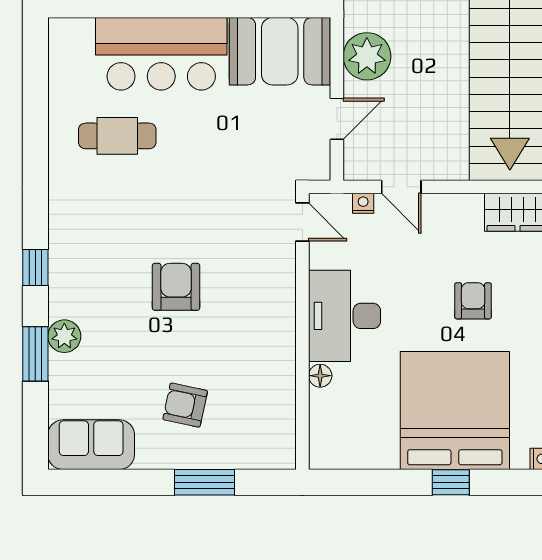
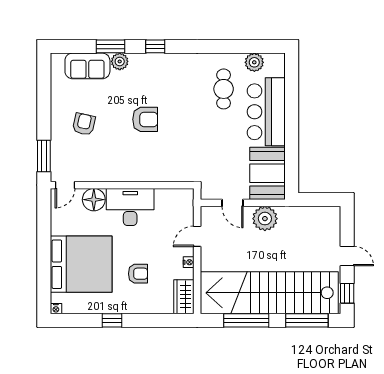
plant: (66, 77) -> (254, 62), added
nightstand: (363, 203) -> (189, 262), moved
door: (302, 222) -> (65, 185), moved
floor lamp: (320, 376) -> (94, 200), width x1.89, depth x1.89
sofa: (91, 445) -> (87, 66), moved, turned 90
window: (205, 482) -> (44, 156), moved
window: (451, 482) -> (44, 262), removed

